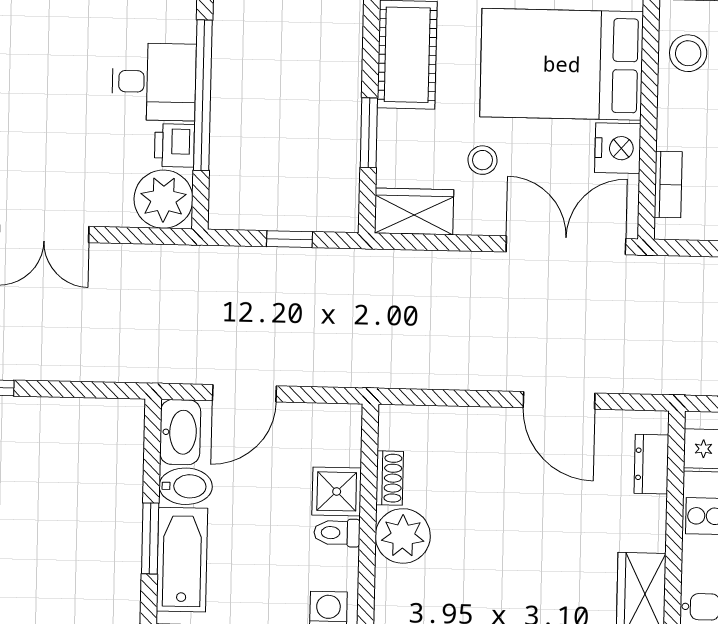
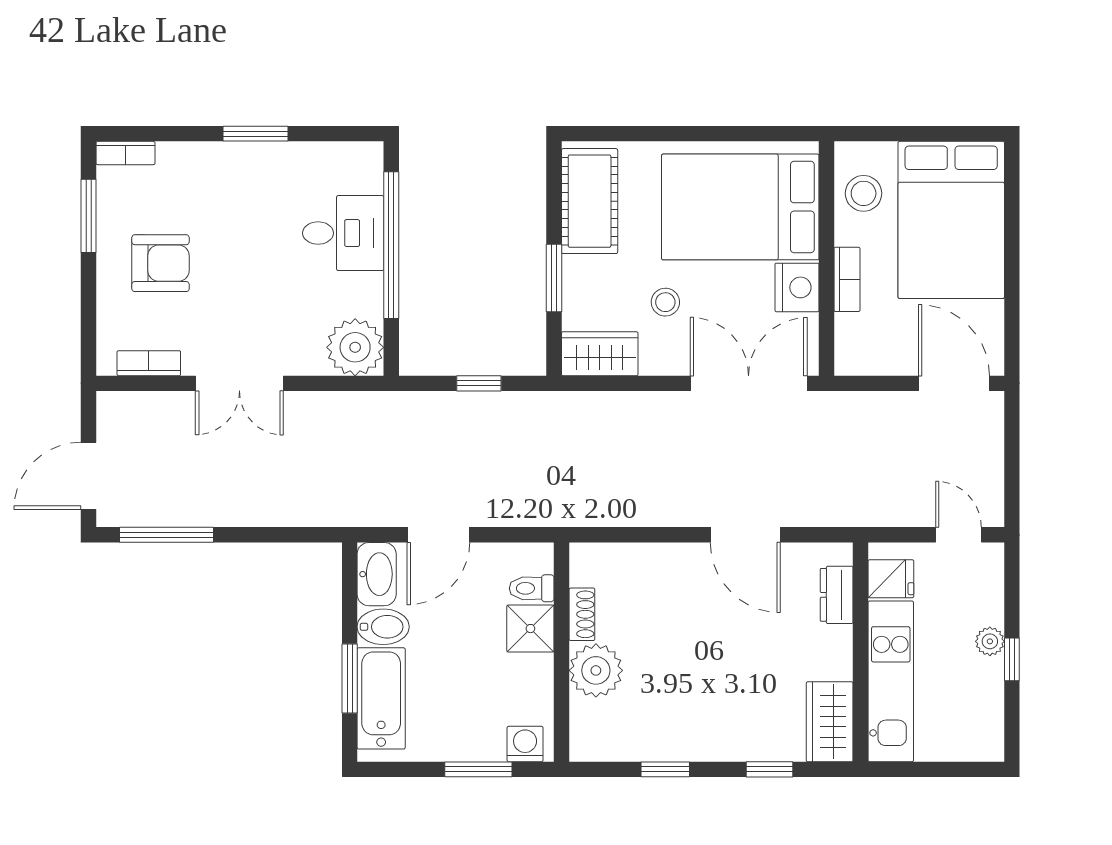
printer: (174, 145) -> (365, 295), removed
bookcase: (668, 185) -> (847, 279), moved
toilet: (337, 533) -> (532, 588), moved

